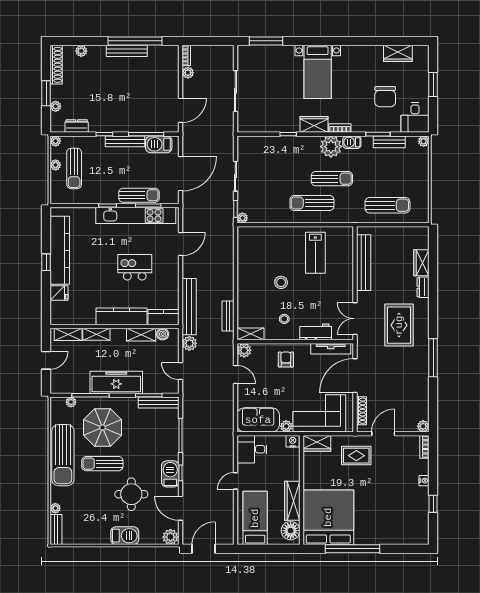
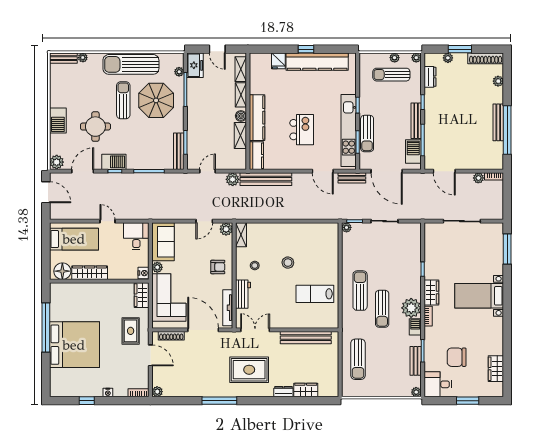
bench: (228, 316) -> (352, 178), moved
boiler: (163, 334) -> (241, 116), moved
freezer: (116, 382) -> (195, 65), moved, width x0.52, depth x0.79
bed: (328, 517) -> (74, 345), moved

